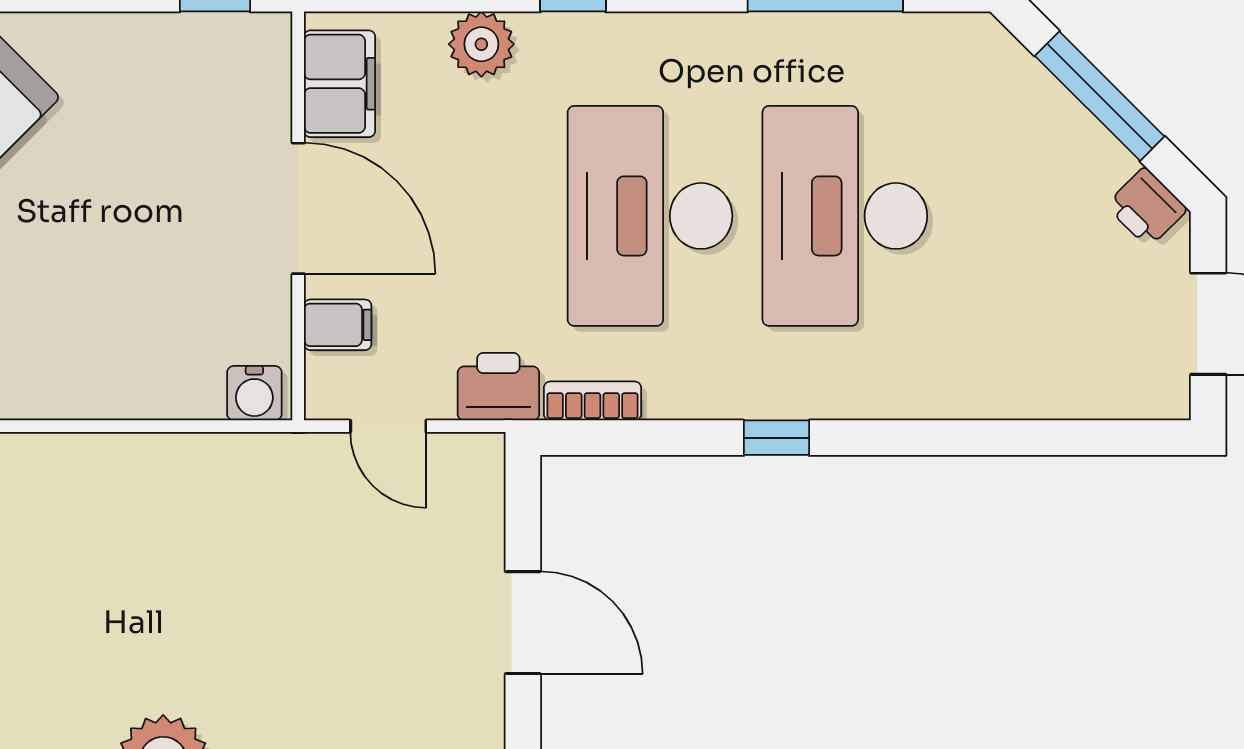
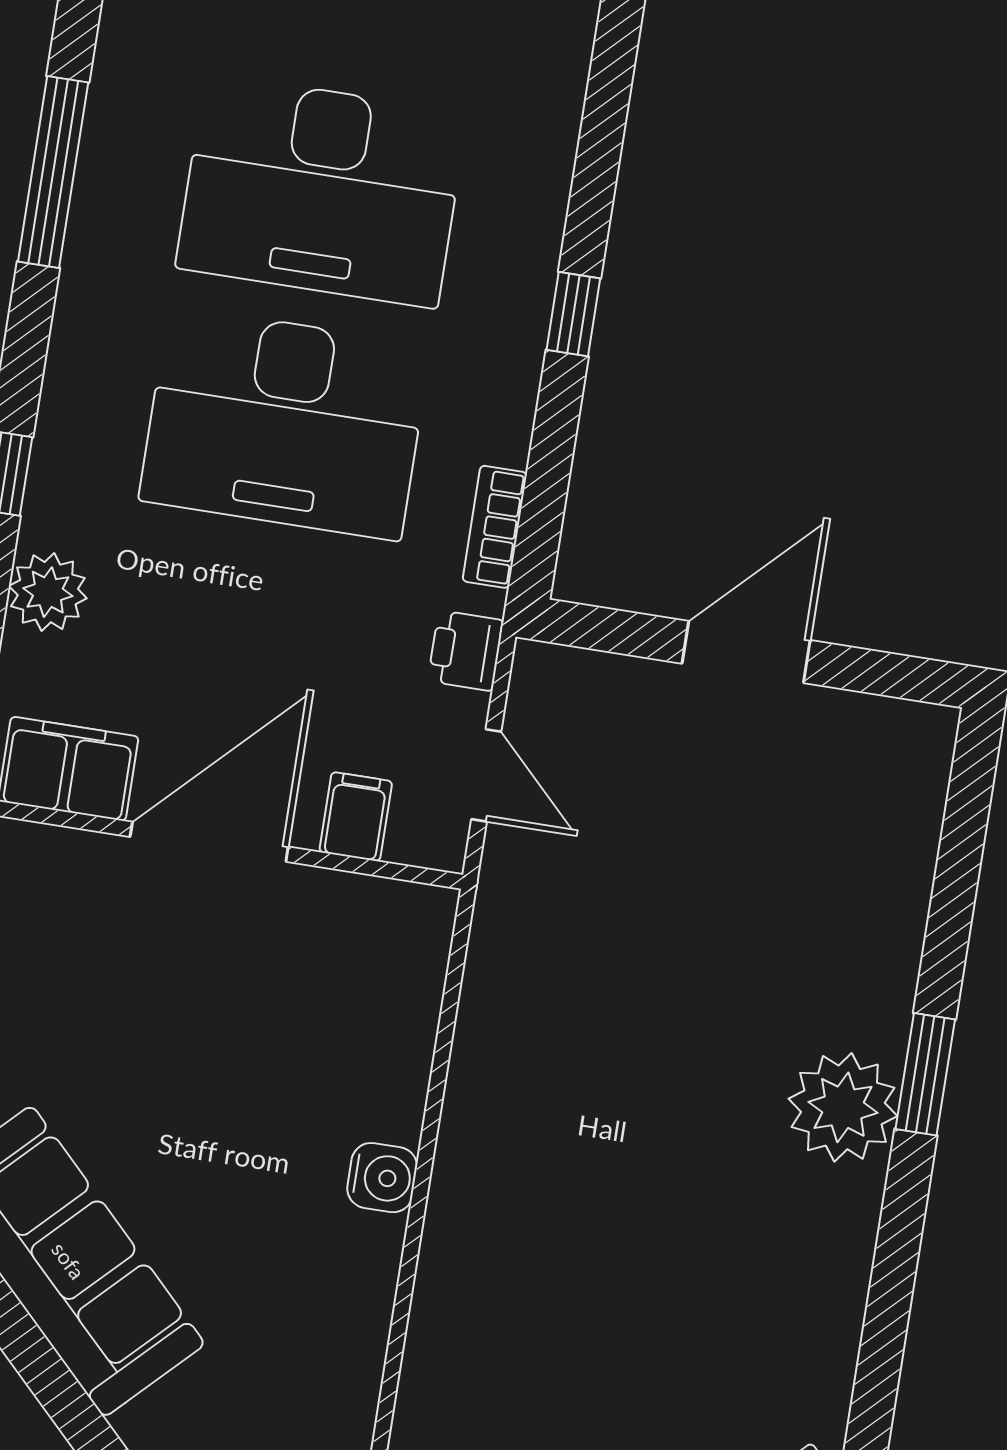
printer: (498, 387) -> (466, 651), width x0.73, depth x0.81
water cooler: (254, 393) -> (382, 1178), moved
door: (388, 426) -> (486, 775), hinge flipped

